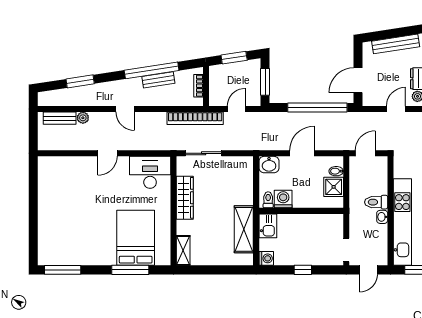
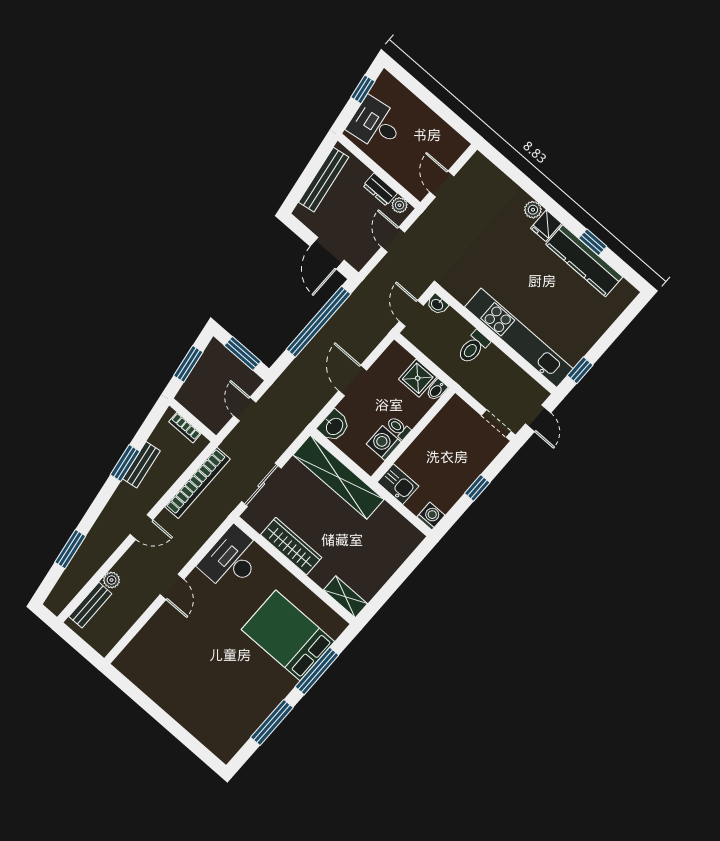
window: (152, 70) -> (125, 463), width x0.47
bookcase: (195, 118) -> (198, 483), moved
bidet: (336, 171) -> (437, 390), moved
toilet: (268, 200) -> (398, 428), moved
washbasin: (382, 217) -> (437, 304), moved
shelving: (244, 229) -> (339, 477), moved, width x1.47
window: (63, 270) -> (272, 722), moved

